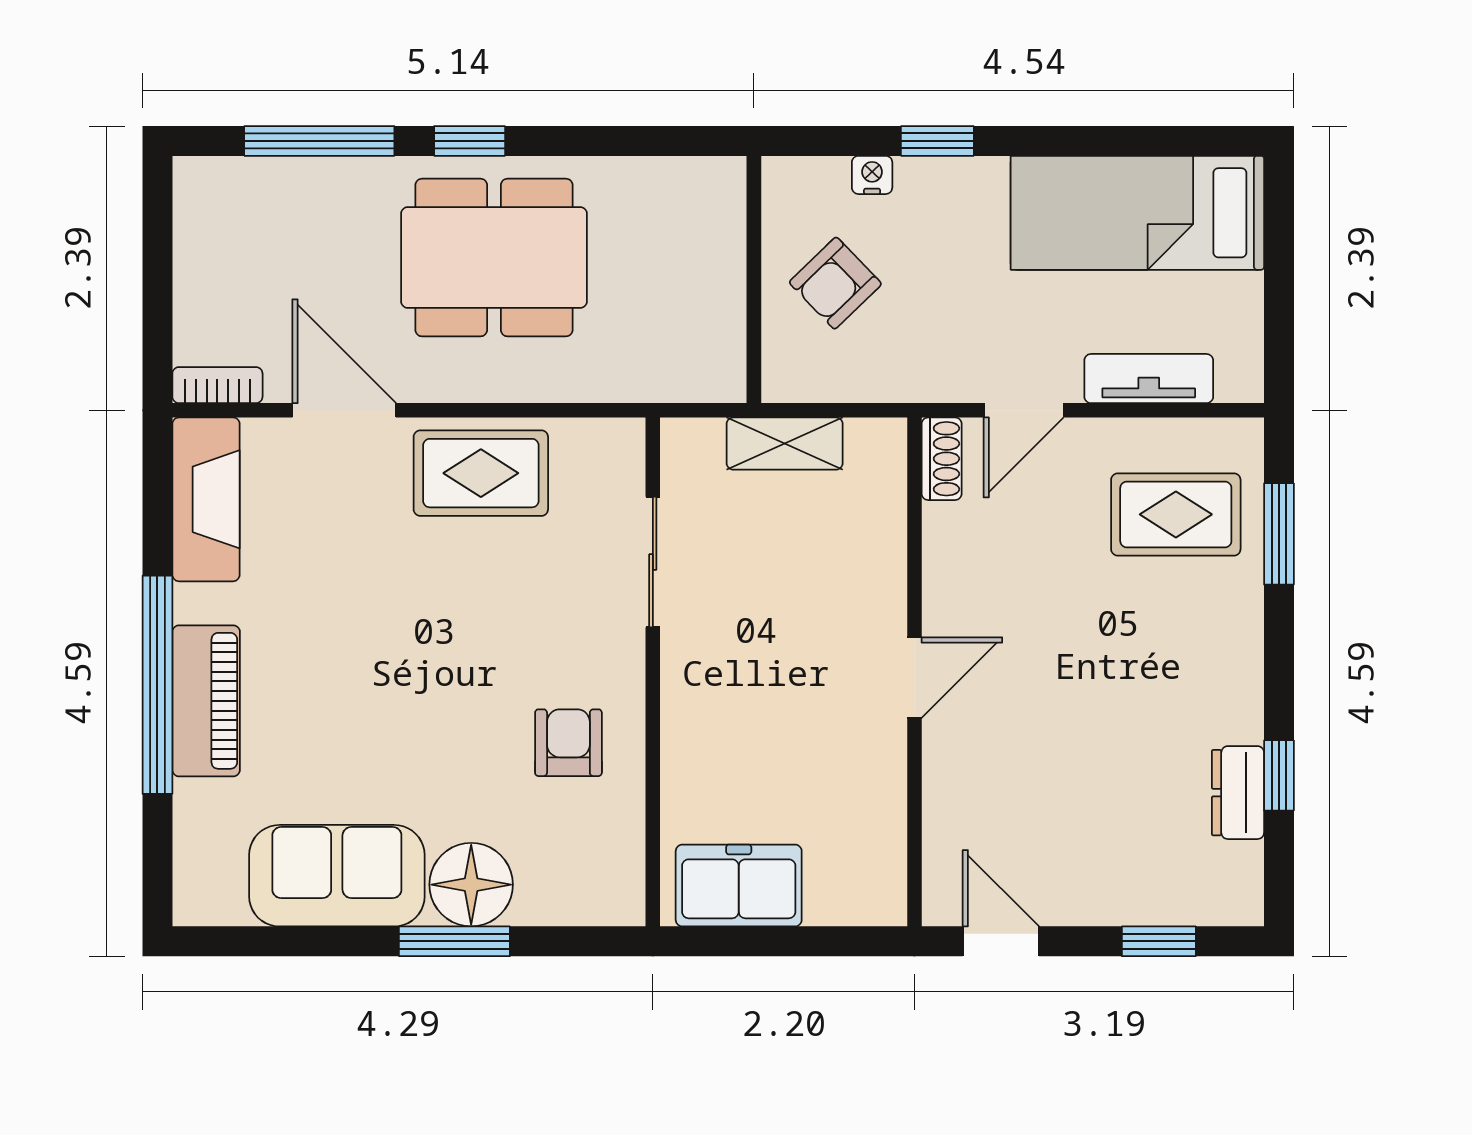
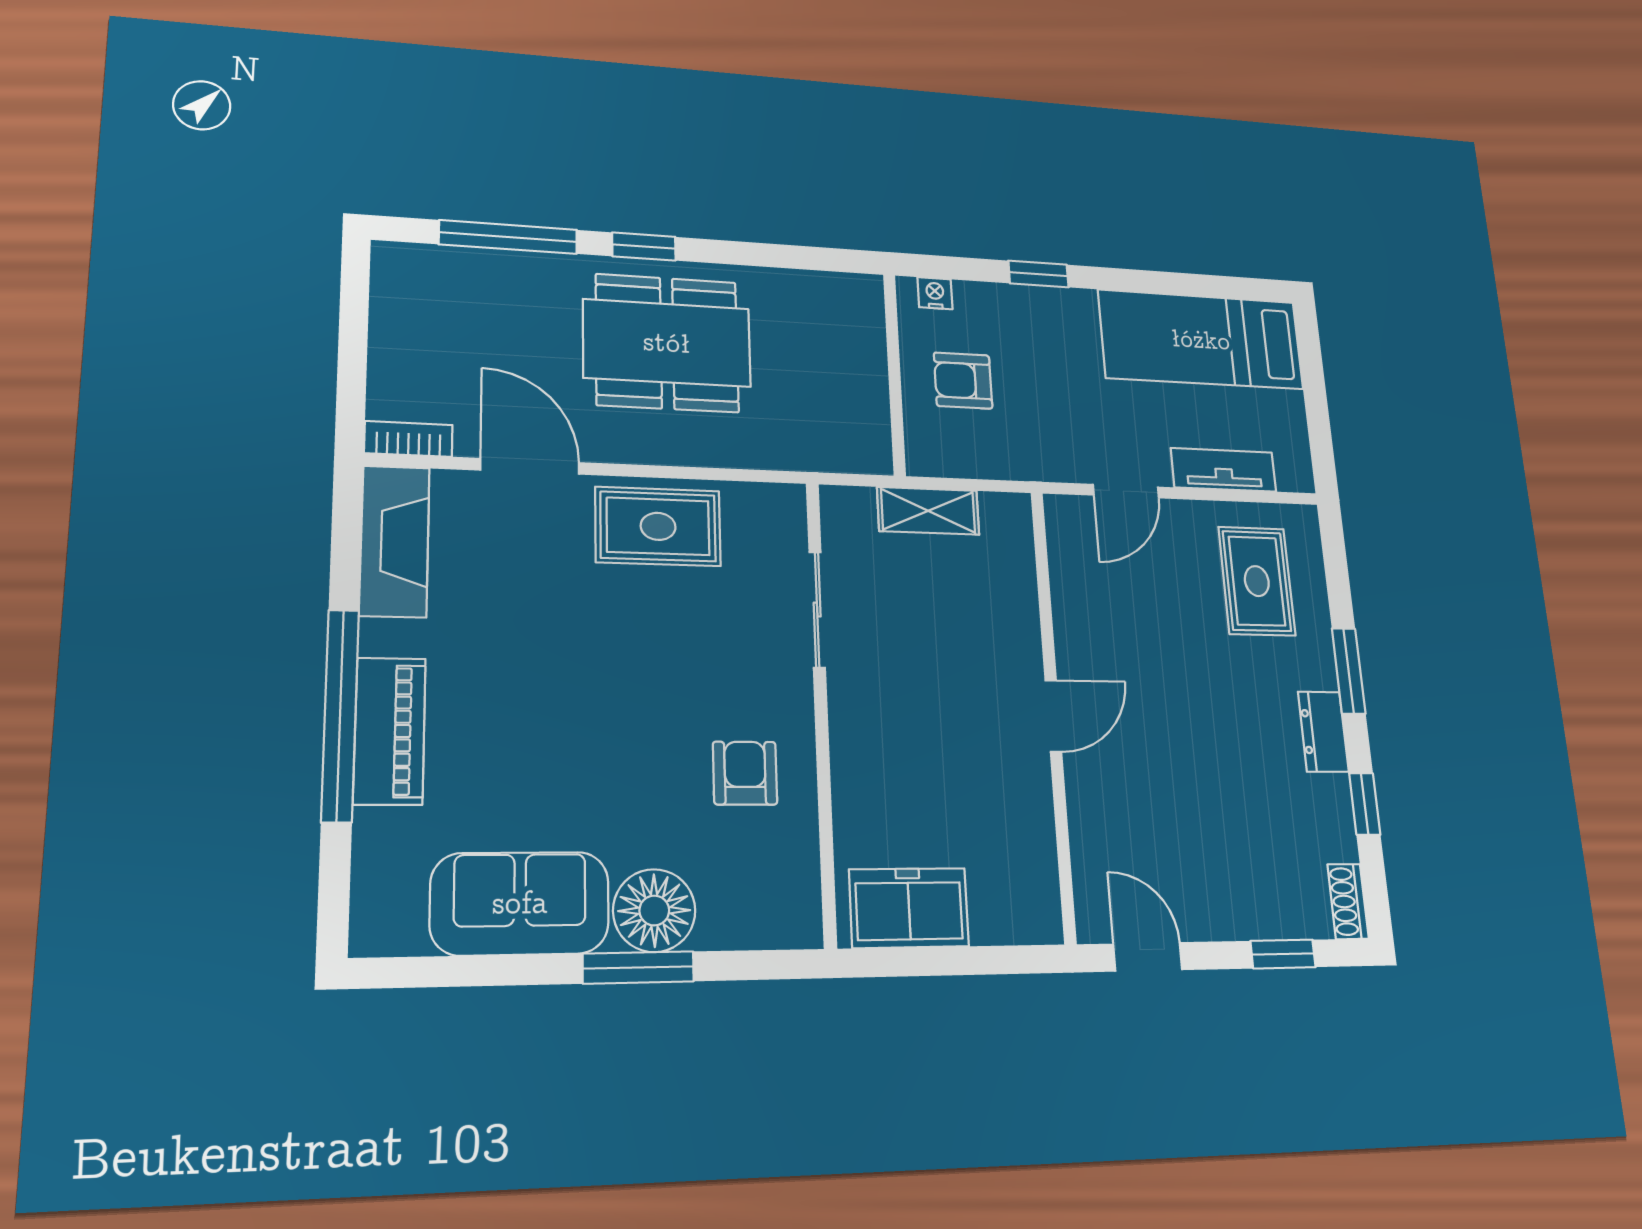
nightstand: (872, 175) -> (935, 293), moved
armchair: (835, 283) -> (963, 381), turned 44
shoe rack: (942, 459) -> (1348, 901), moved, turned 180
rug: (1176, 514) -> (1257, 581), turned 90
window: (1279, 534) -> (1349, 671), moved
dresser: (1238, 793) -> (1323, 732), moved

